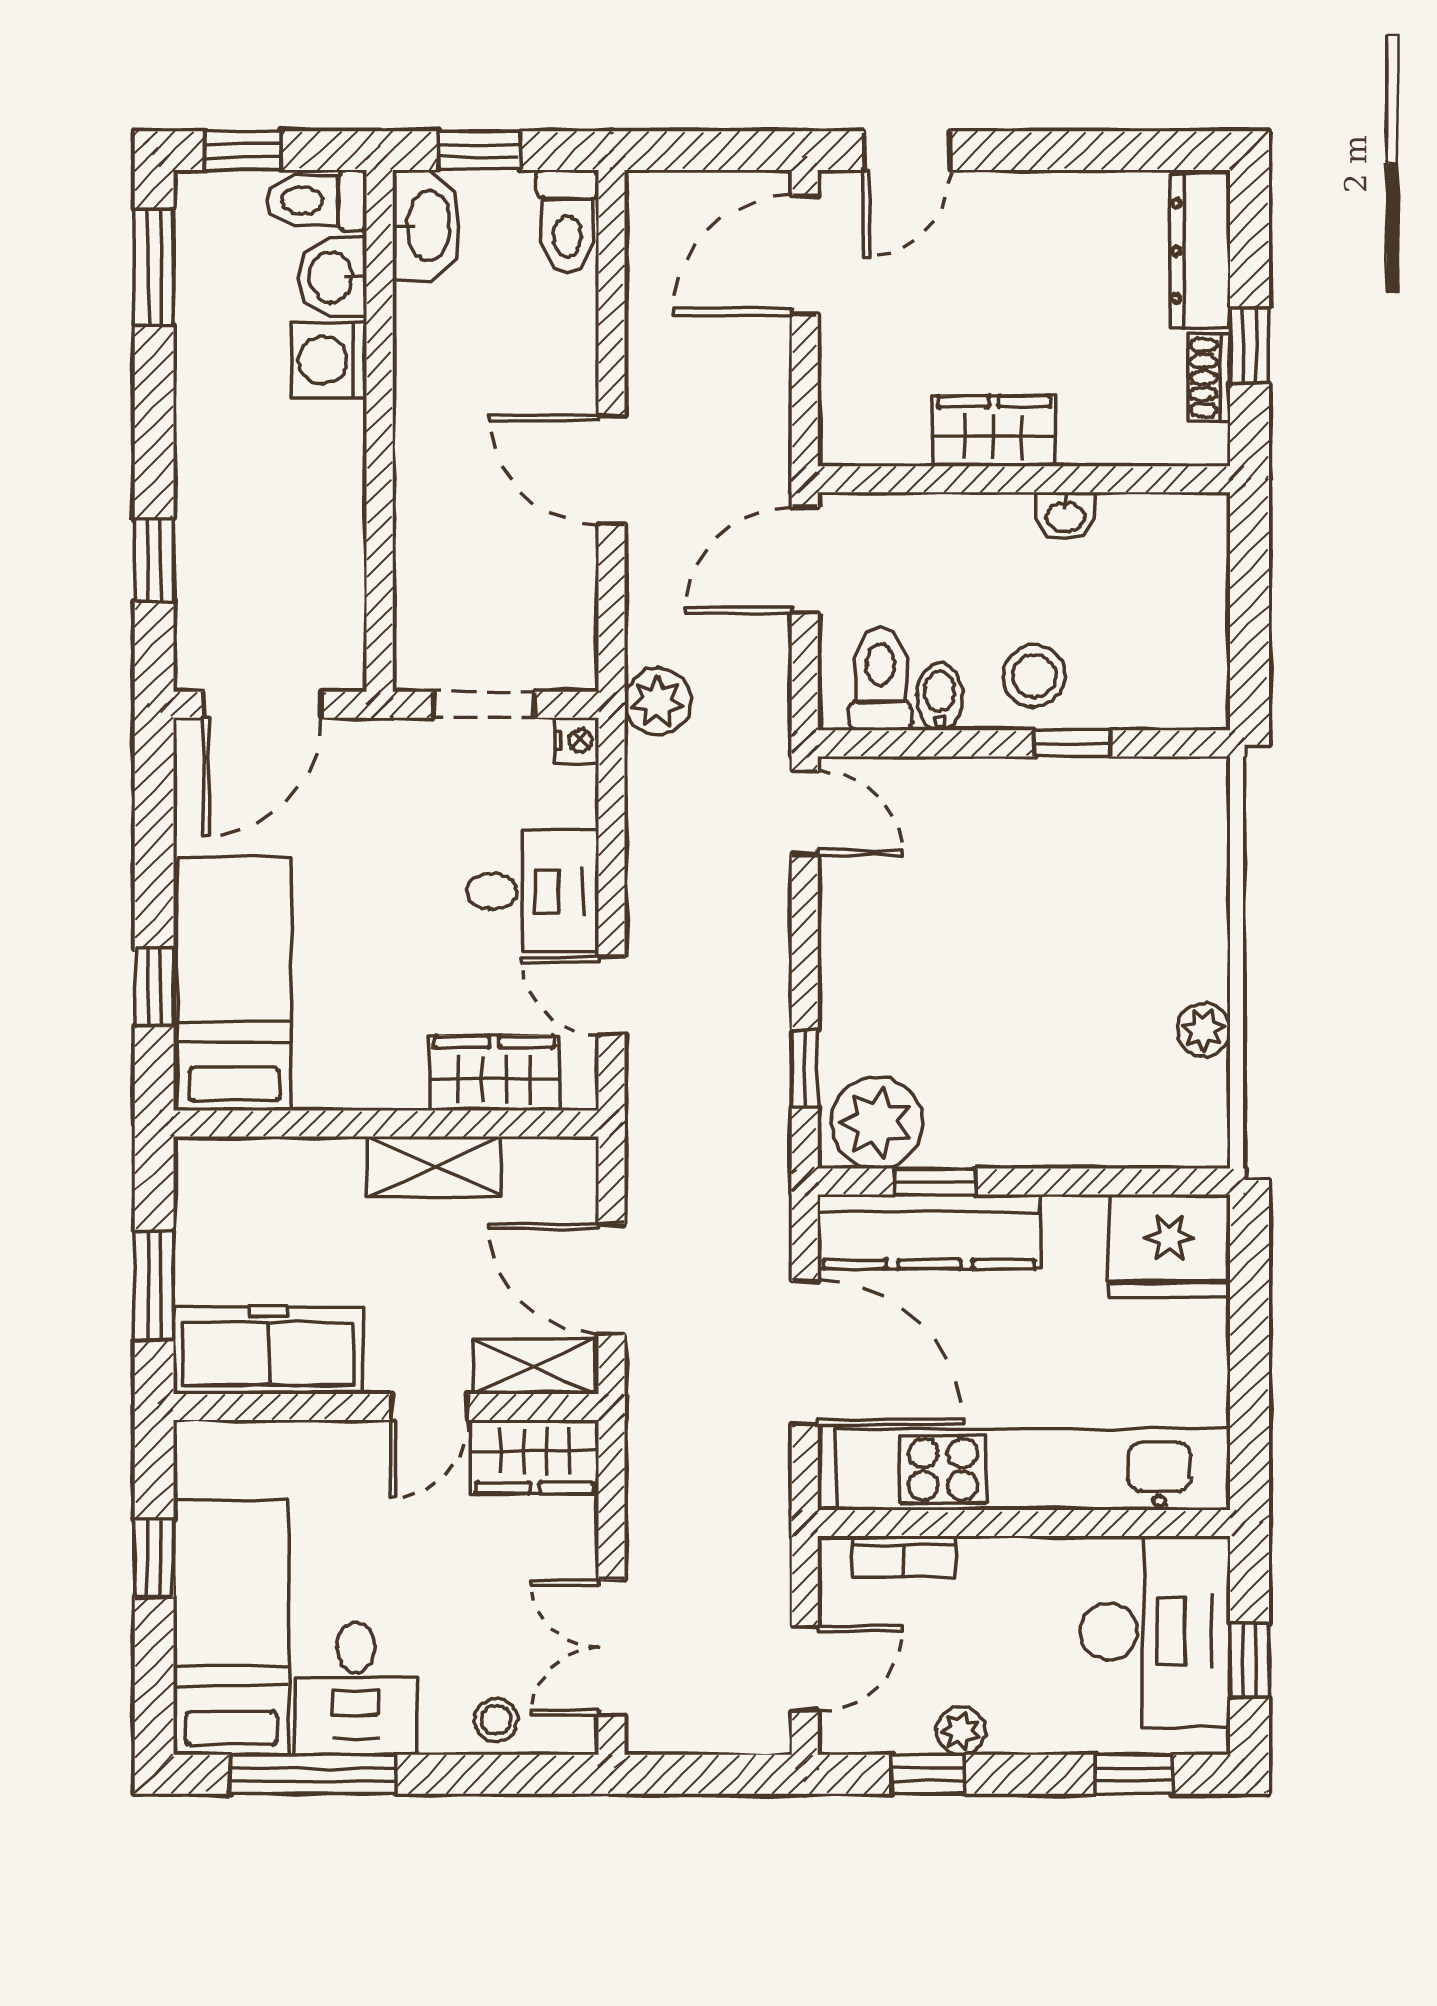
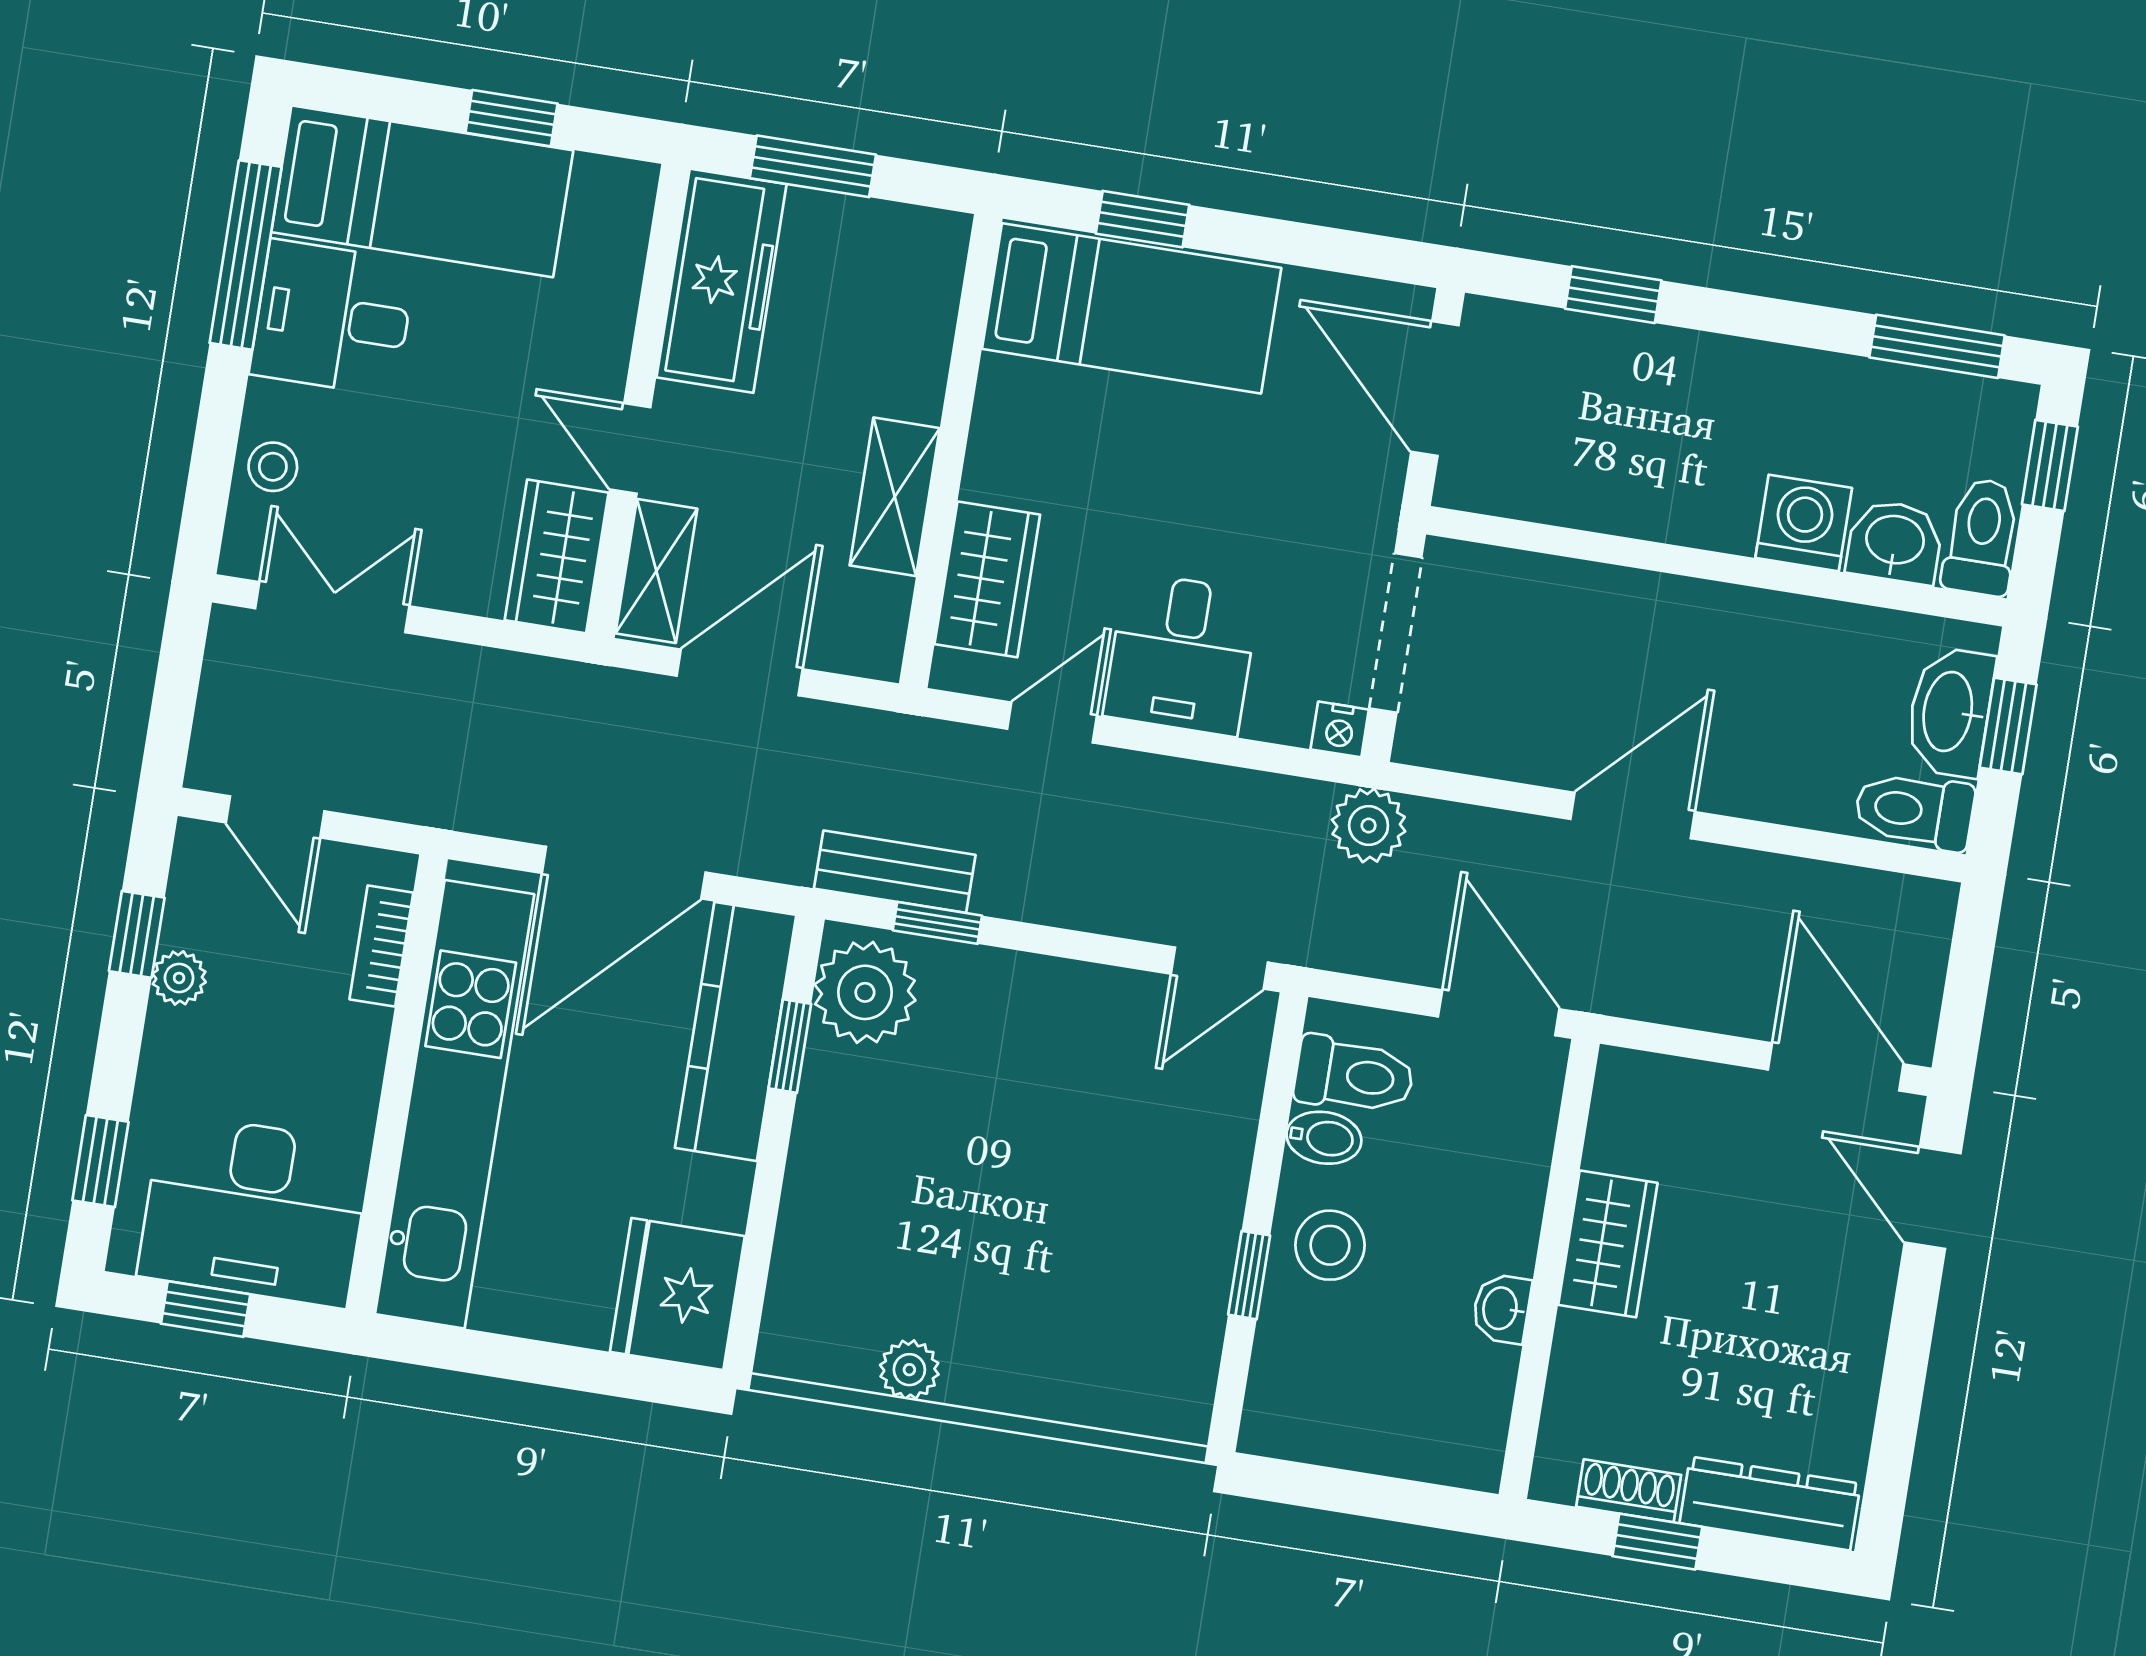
washbasin: (427, 226) -> (1950, 712), moved, turned 90
doorway: (484, 705) -> (1396, 633), width x1.38
bench: (766, 1114) -> (895, 872), added

